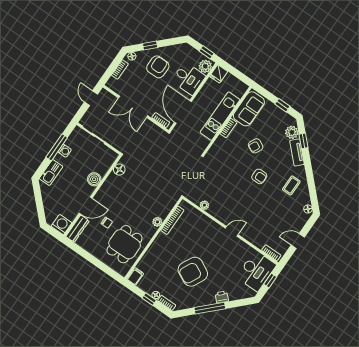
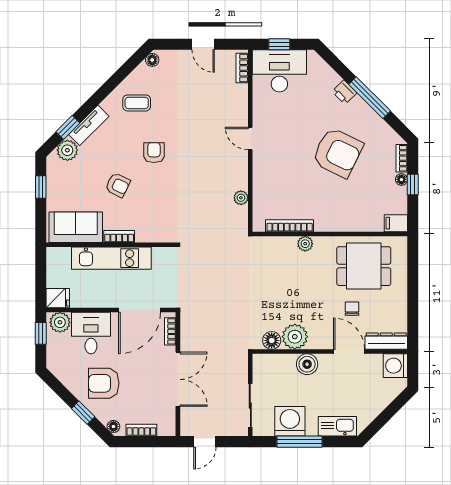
washing machine: (65, 151) -> (290, 421), width x1.89, depth x1.89
plant: (113, 183) -> (295, 337), added

